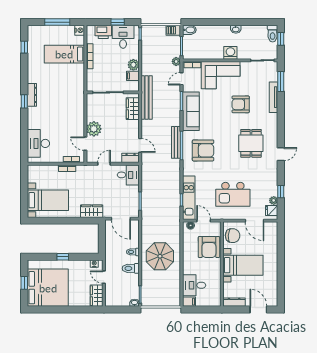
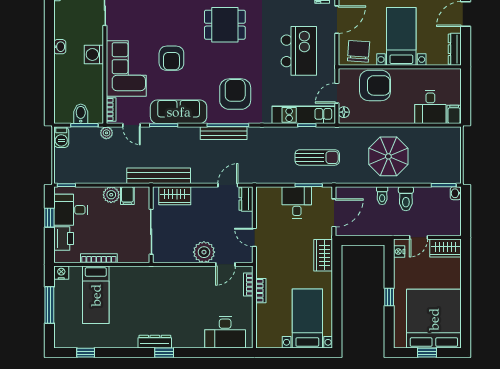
bidet: (189, 30) -> (81, 114), moved
armchair: (241, 104) -> (171, 58), moved
desk: (128, 175) -> (297, 202), moved
sun lounger: (159, 207) -> (317, 157), added

